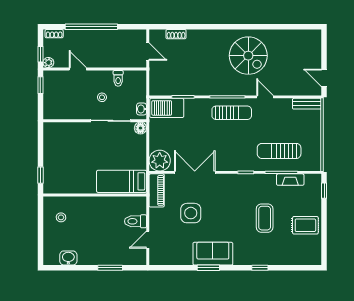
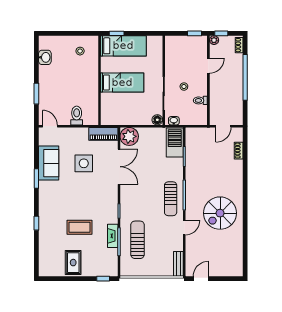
bed: (55, 167) -> (123, 46), added
fireplace: (290, 180) -> (113, 236), moved
bed: (122, 181) -> (122, 83), moved, turned 90
door: (148, 240) -> (50, 126), moved
sofa: (213, 254) -> (49, 163), moved

